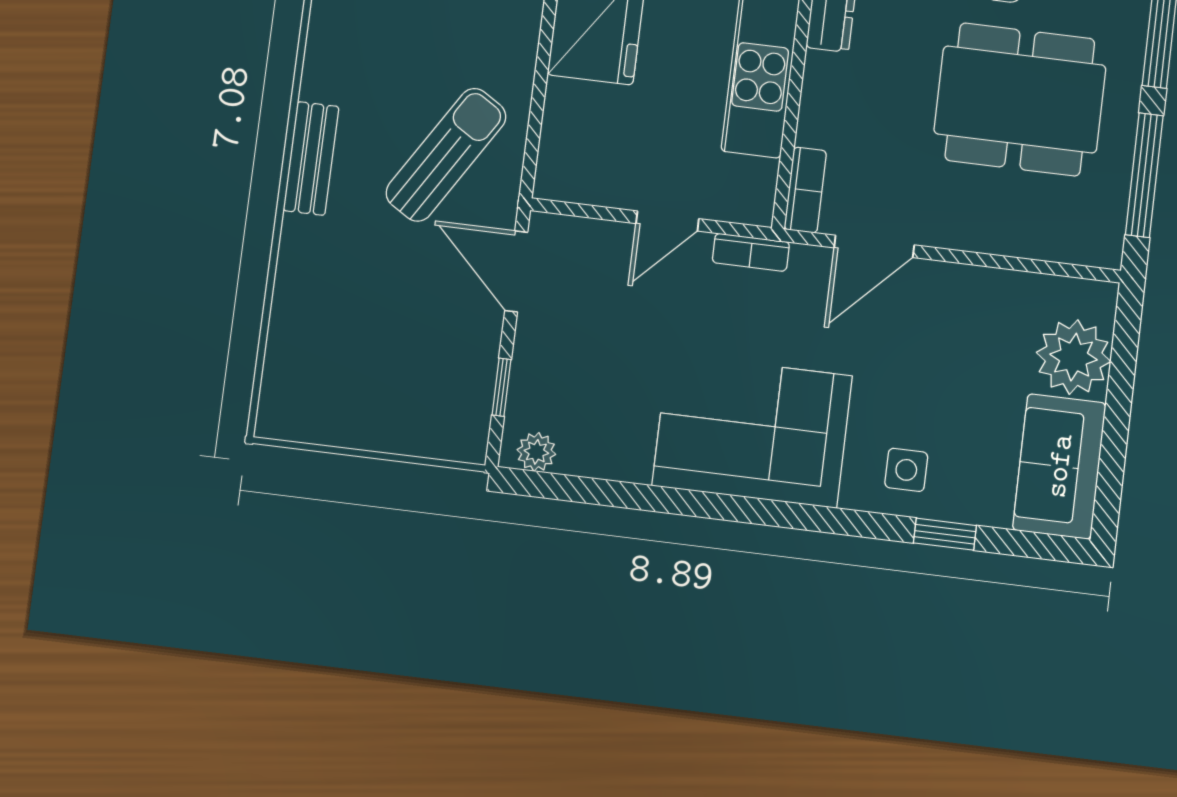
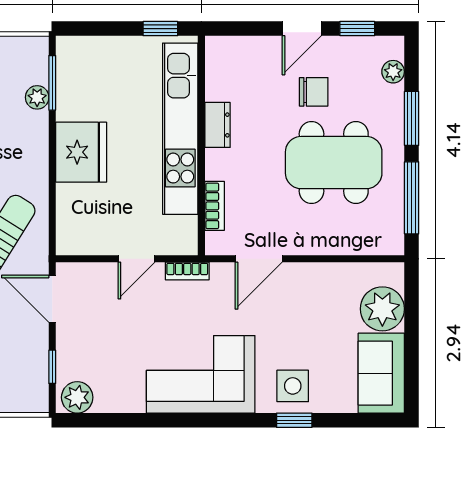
bookcase: (805, 190) -> (215, 206), moved
plant: (536, 452) -> (77, 397), width x1.38, depth x1.38
side table: (906, 470) -> (293, 386), width x1.37, depth x1.37
window: (945, 534) -> (294, 420), moved

